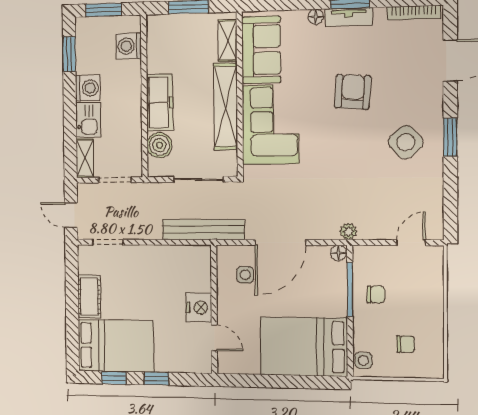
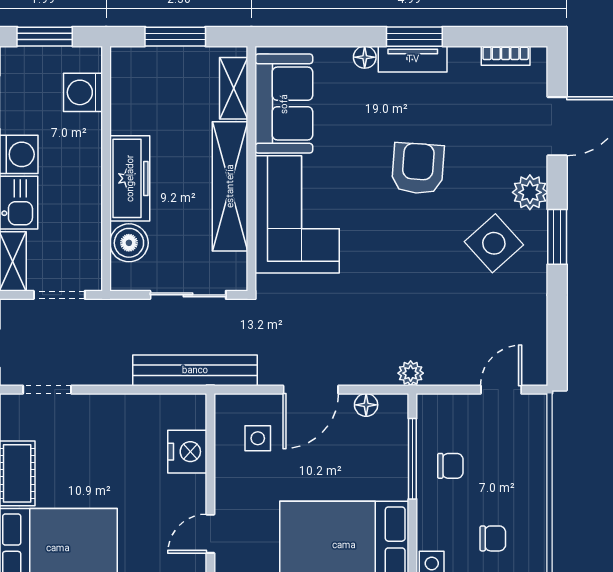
bookcase: (414, 13) -> (506, 56), width x0.64
plant: (431, 107) -> (530, 192), added
door: (280, 242) -> (311, 390), width x0.73
floor lamp: (338, 253) -> (366, 405), moved
nightstand: (199, 308) -> (187, 452), moved
door: (214, 338) -> (210, 534), swing flipped

